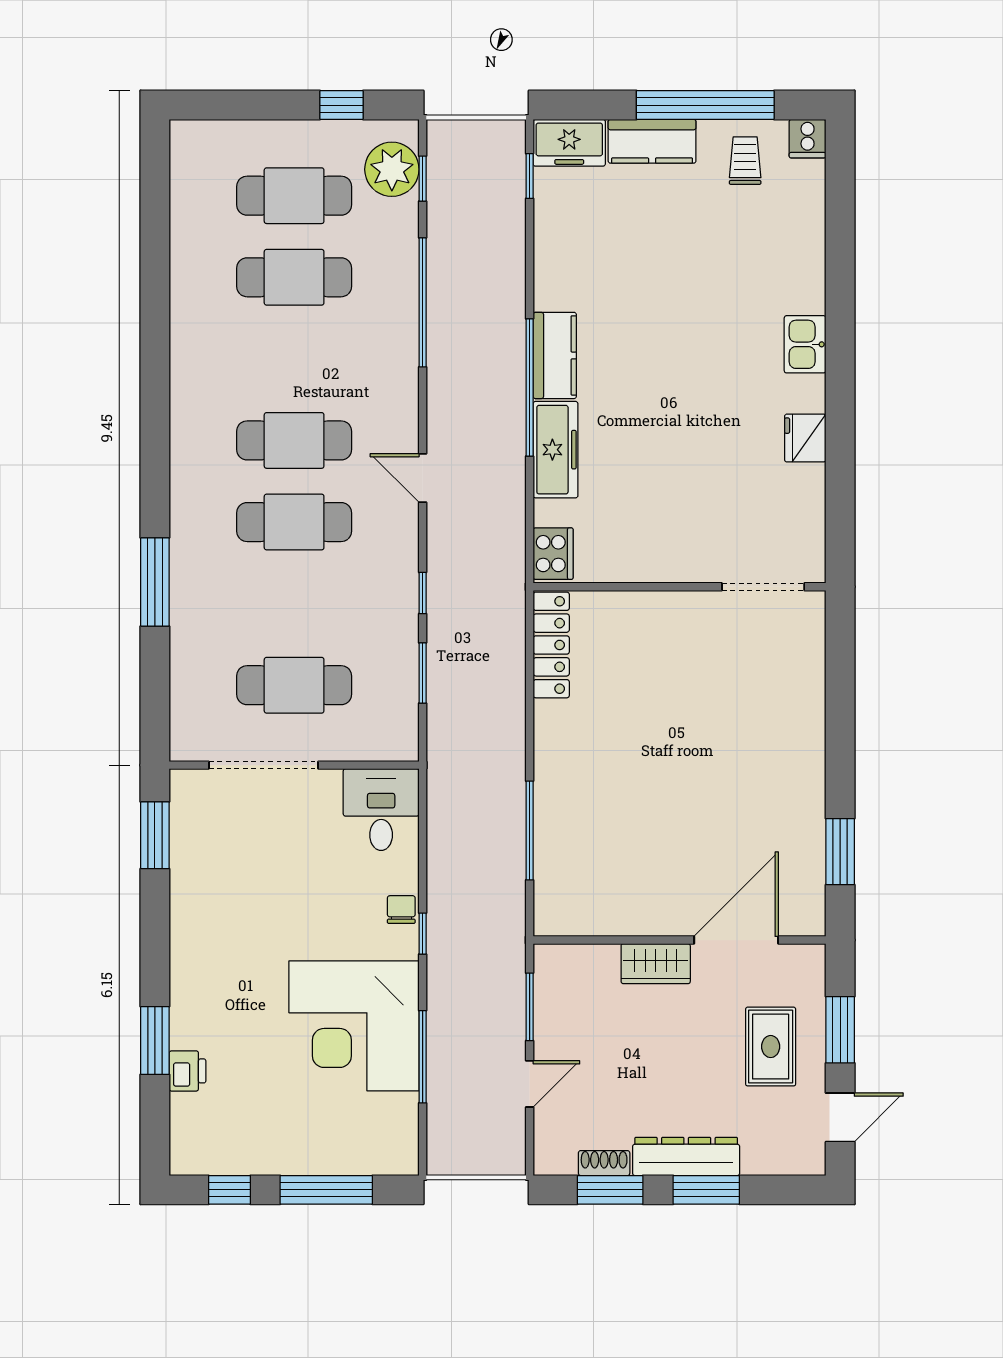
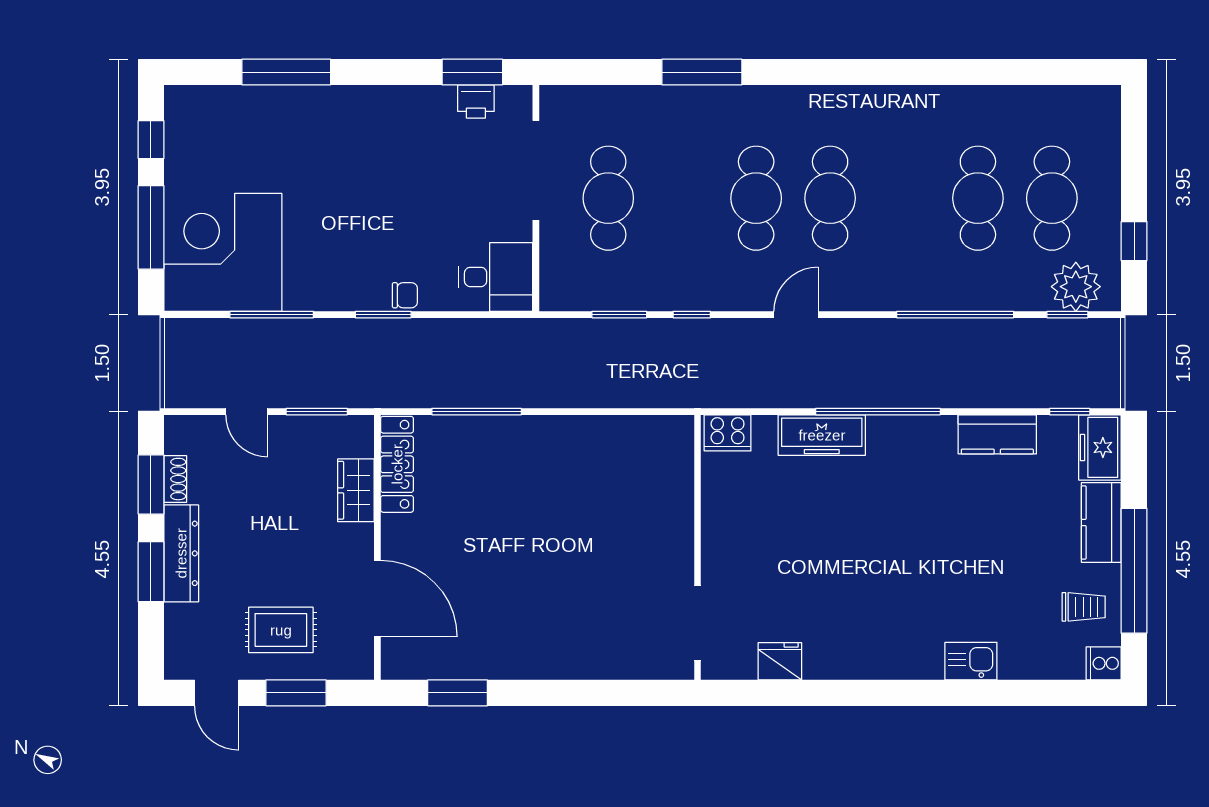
kitchen sink: (805, 344) -> (971, 661), moved
kitchen counter: (555, 355) -> (997, 434), moved
fridge: (805, 438) -> (780, 661), moved
locker: (551, 645) -> (397, 464), moved, turned -90
window: (423, 934) -> (383, 315), width x1.50
wardrobe: (656, 964) -> (356, 490), moved
corner desk: (354, 1026) -> (223, 252), moved
window: (155, 1041) -> (286, 72), width x1.44
printer: (188, 1071) -> (476, 102), moved

